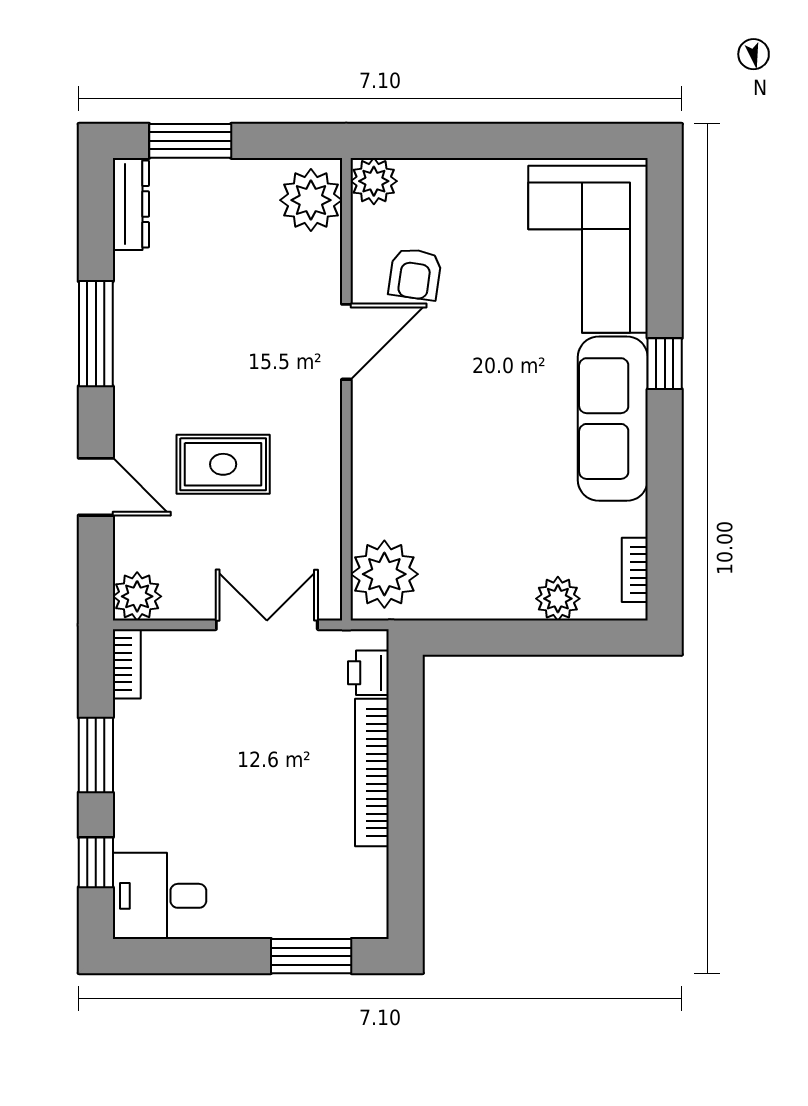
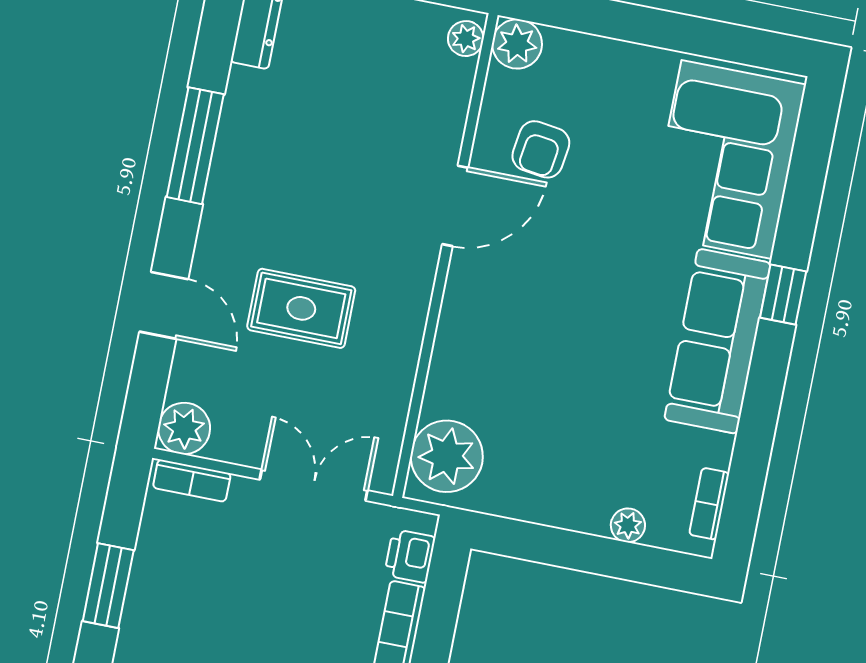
plant: (311, 200) -> (466, 39), width x0.53, depth x0.53
plant: (558, 599) -> (628, 525), width x0.73, depth x0.73
bookcase: (127, 664) -> (192, 481), moved, turned 90

